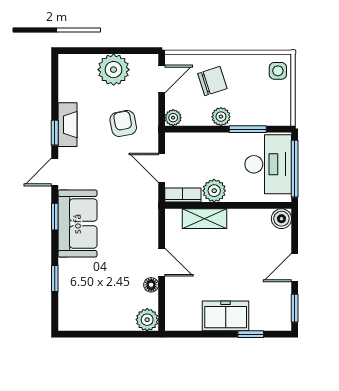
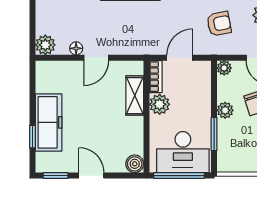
freezer: (226, 316) -> (49, 122), width x1.40

